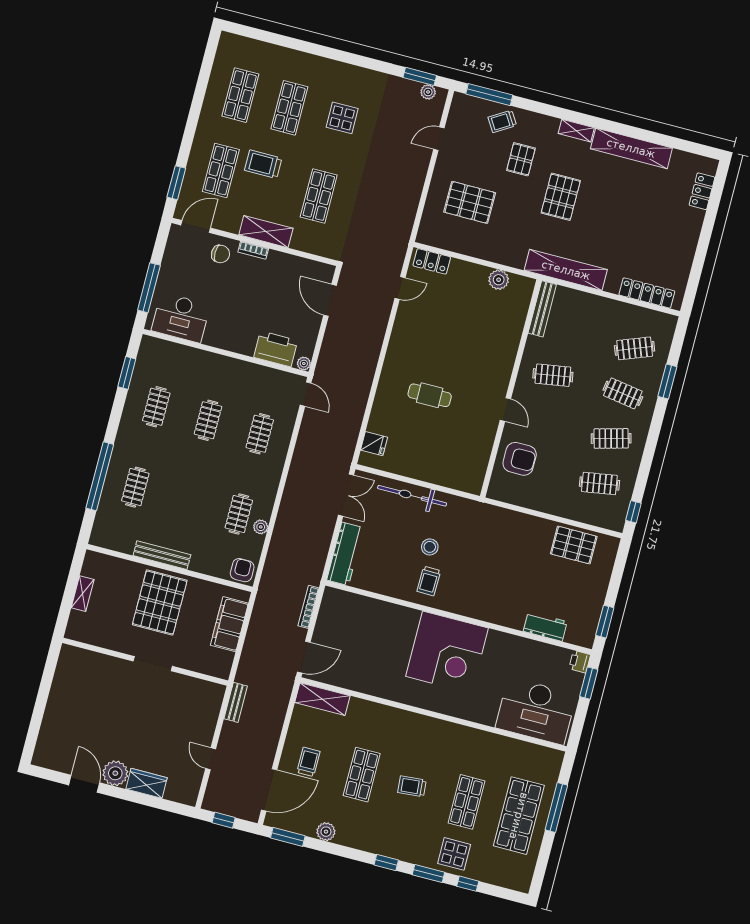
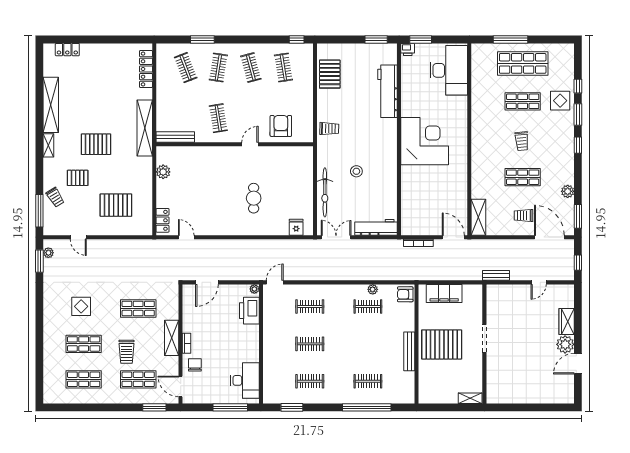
pallet: (470, 202) -> (116, 205), turned 90
trolley: (429, 581) -> (329, 129), moved
shelving: (83, 594) -> (470, 398), moved
workbench: (545, 626) -> (388, 91), width x1.87, depth x1.32

